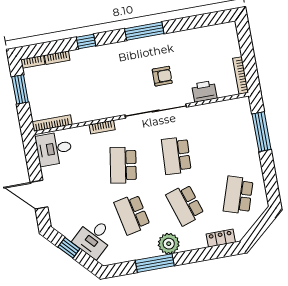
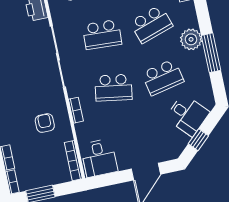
armchair: (162, 76) -> (45, 123), moved

